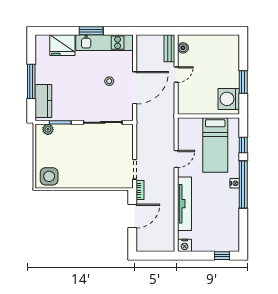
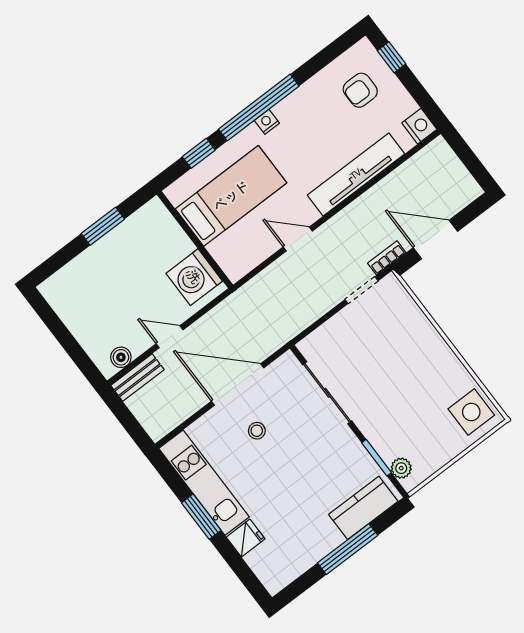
fridge: (62, 45) -> (246, 538), width x0.53, depth x0.75
washing machine: (229, 99) -> (194, 277), moved, turned 90
armchair: (218, 232) -> (360, 90), added

